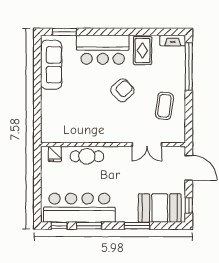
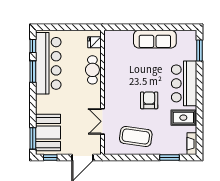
sofa: (51, 65) -> (155, 39), moved
window: (189, 67) -> (170, 157), width x0.47
armchair: (122, 90) -> (149, 100), turned -137
coffee table: (164, 106) -> (136, 136), width x1.36, depth x1.32
window: (137, 226) -> (33, 138), moved

